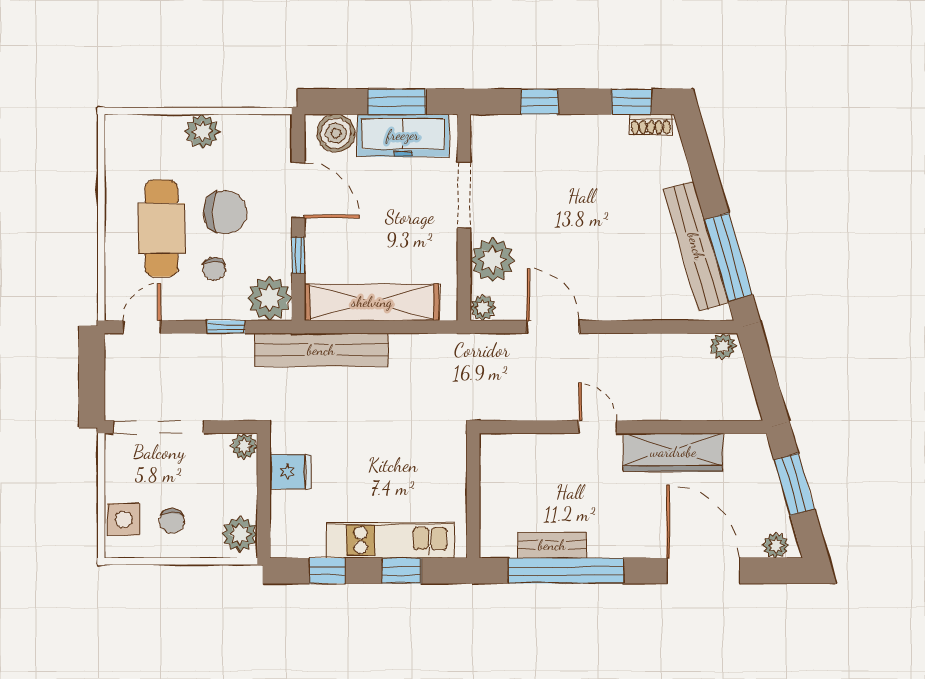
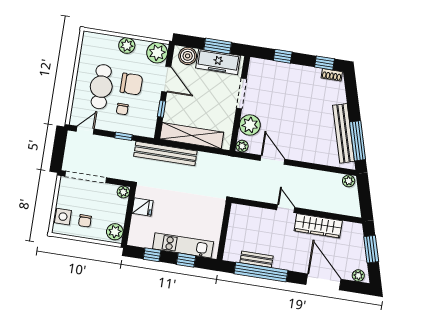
plant: (270, 298) -> (157, 53), moved

